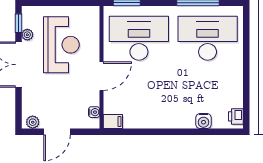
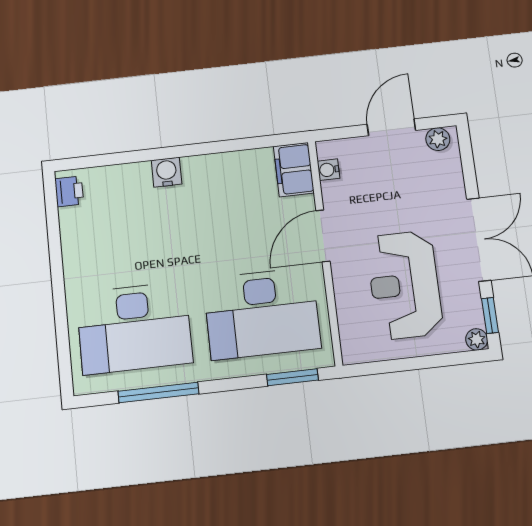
plant: (27, 35) -> (477, 339), moved
water cooler: (204, 121) -> (167, 172), moved
filing cabinet: (113, 122) -> (294, 170), width x2.00

